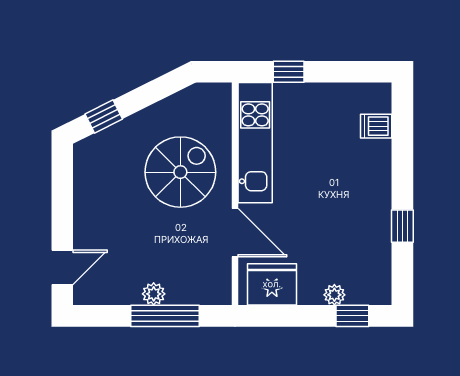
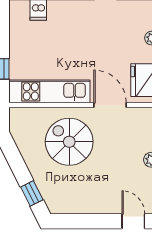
door: (235, 233) -> (110, 105), hinge flipped

